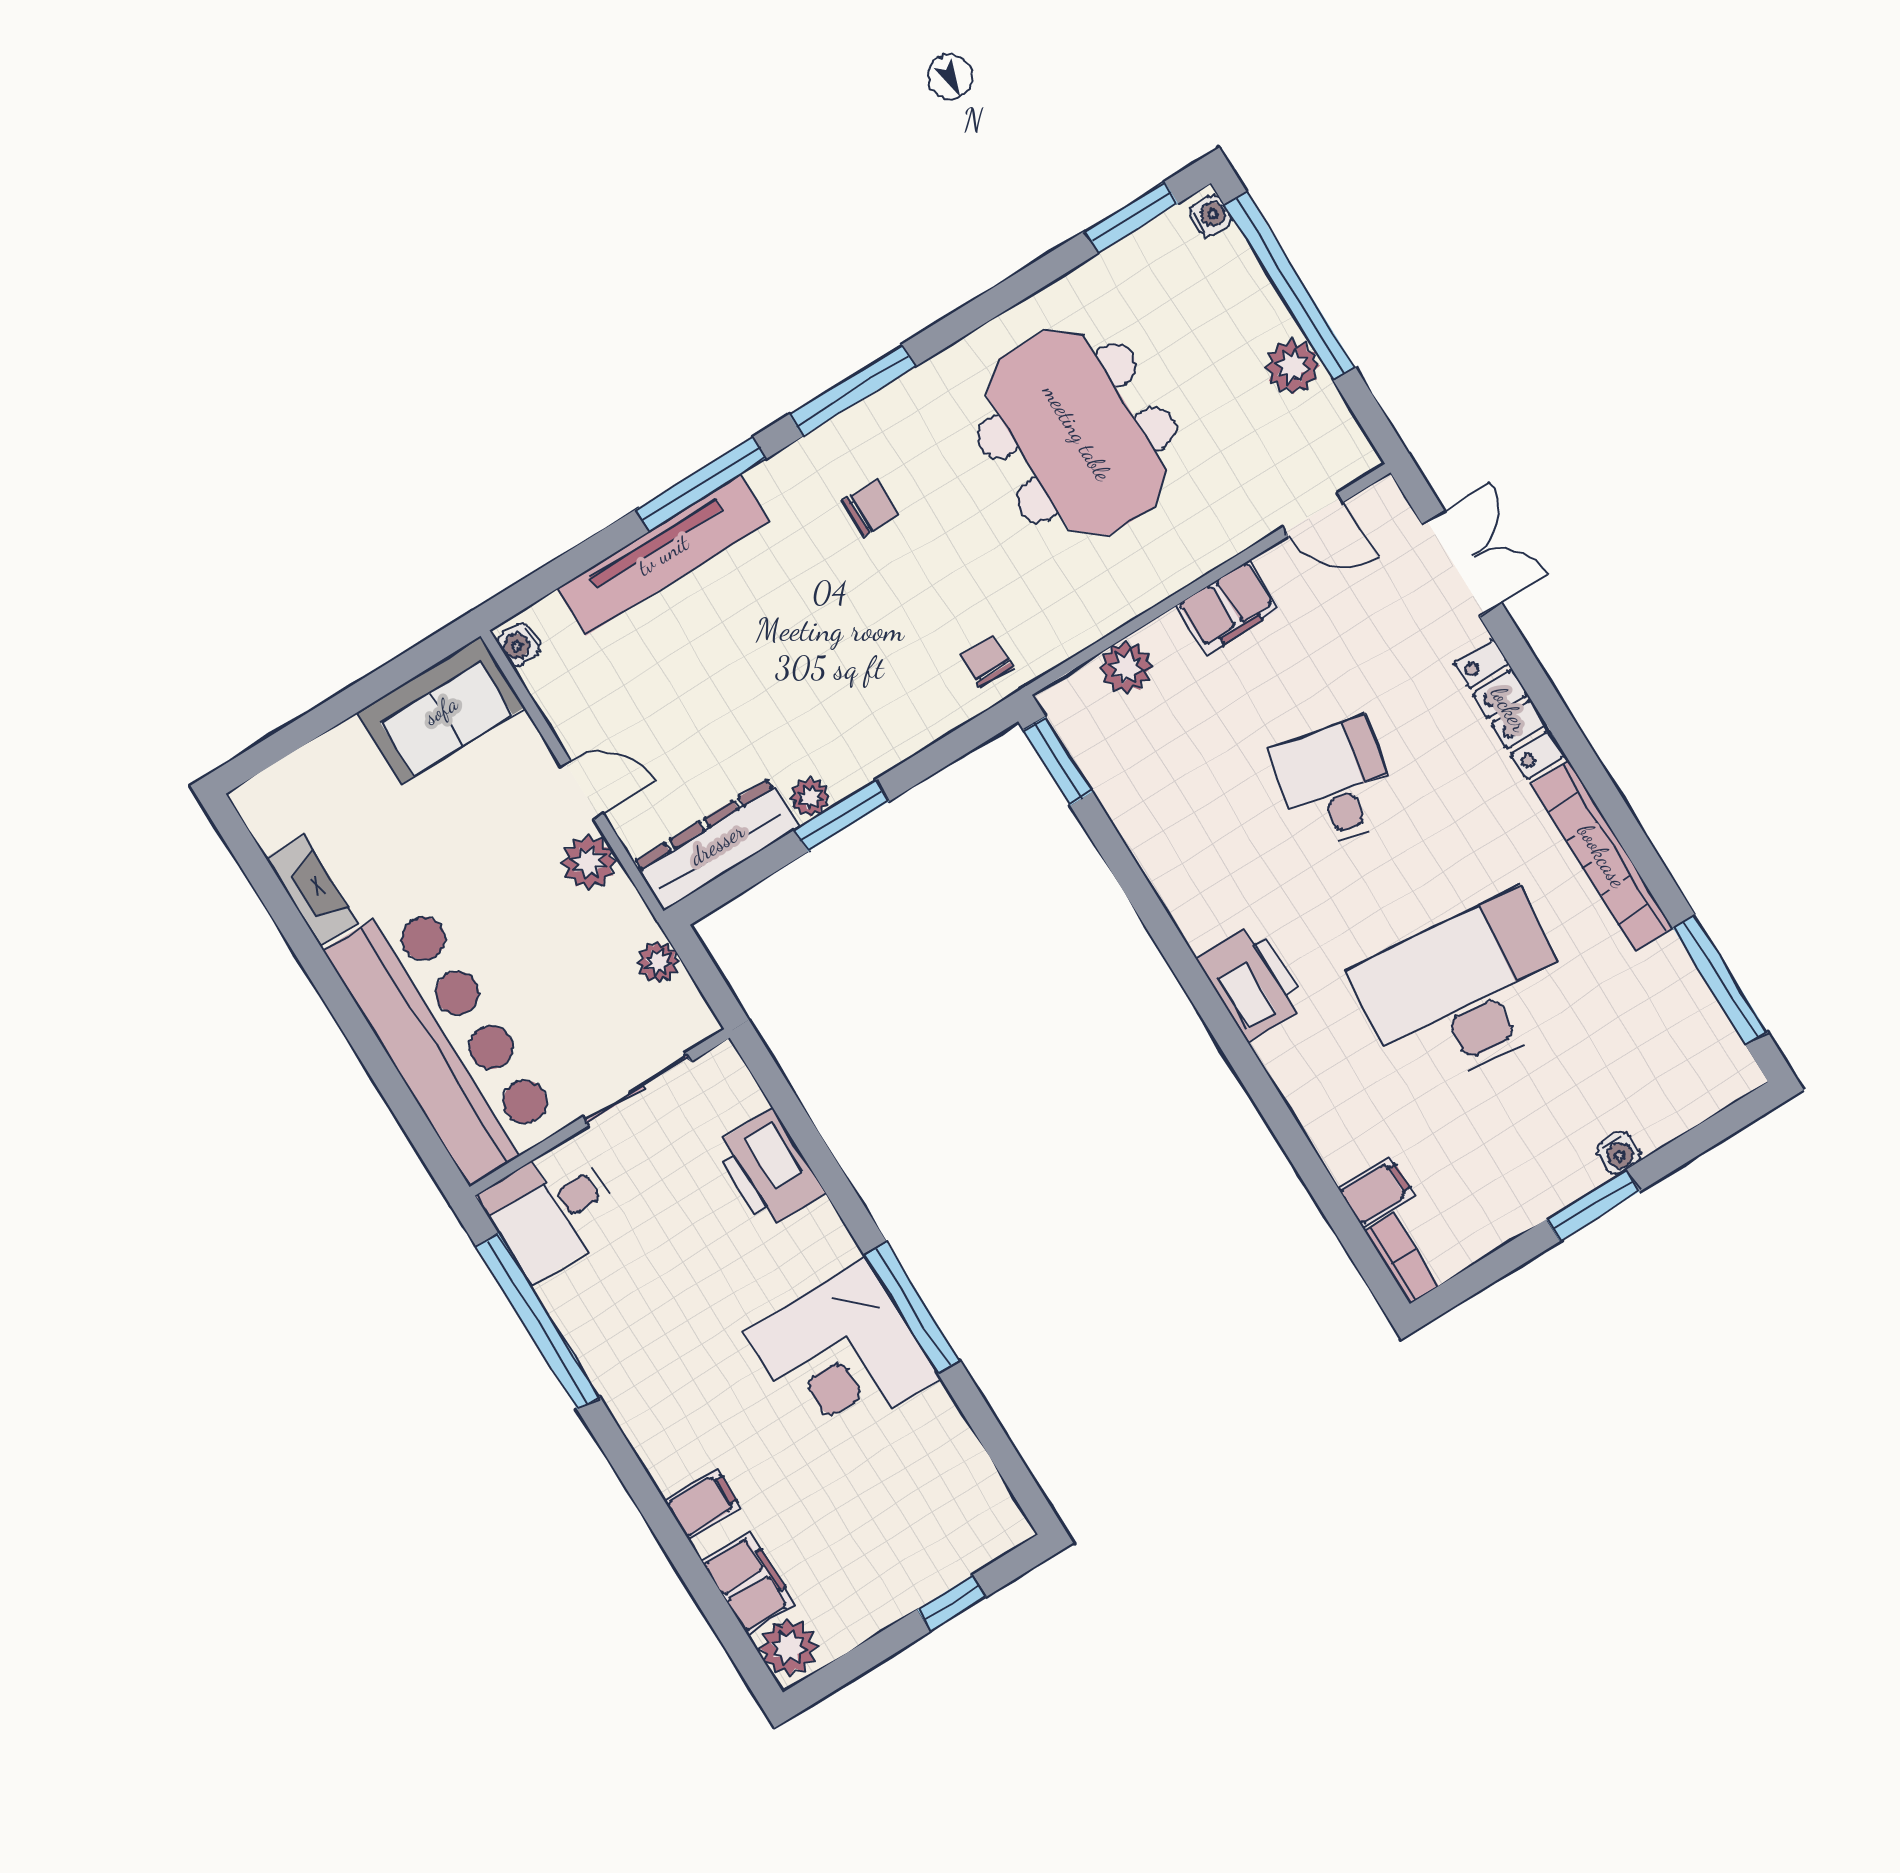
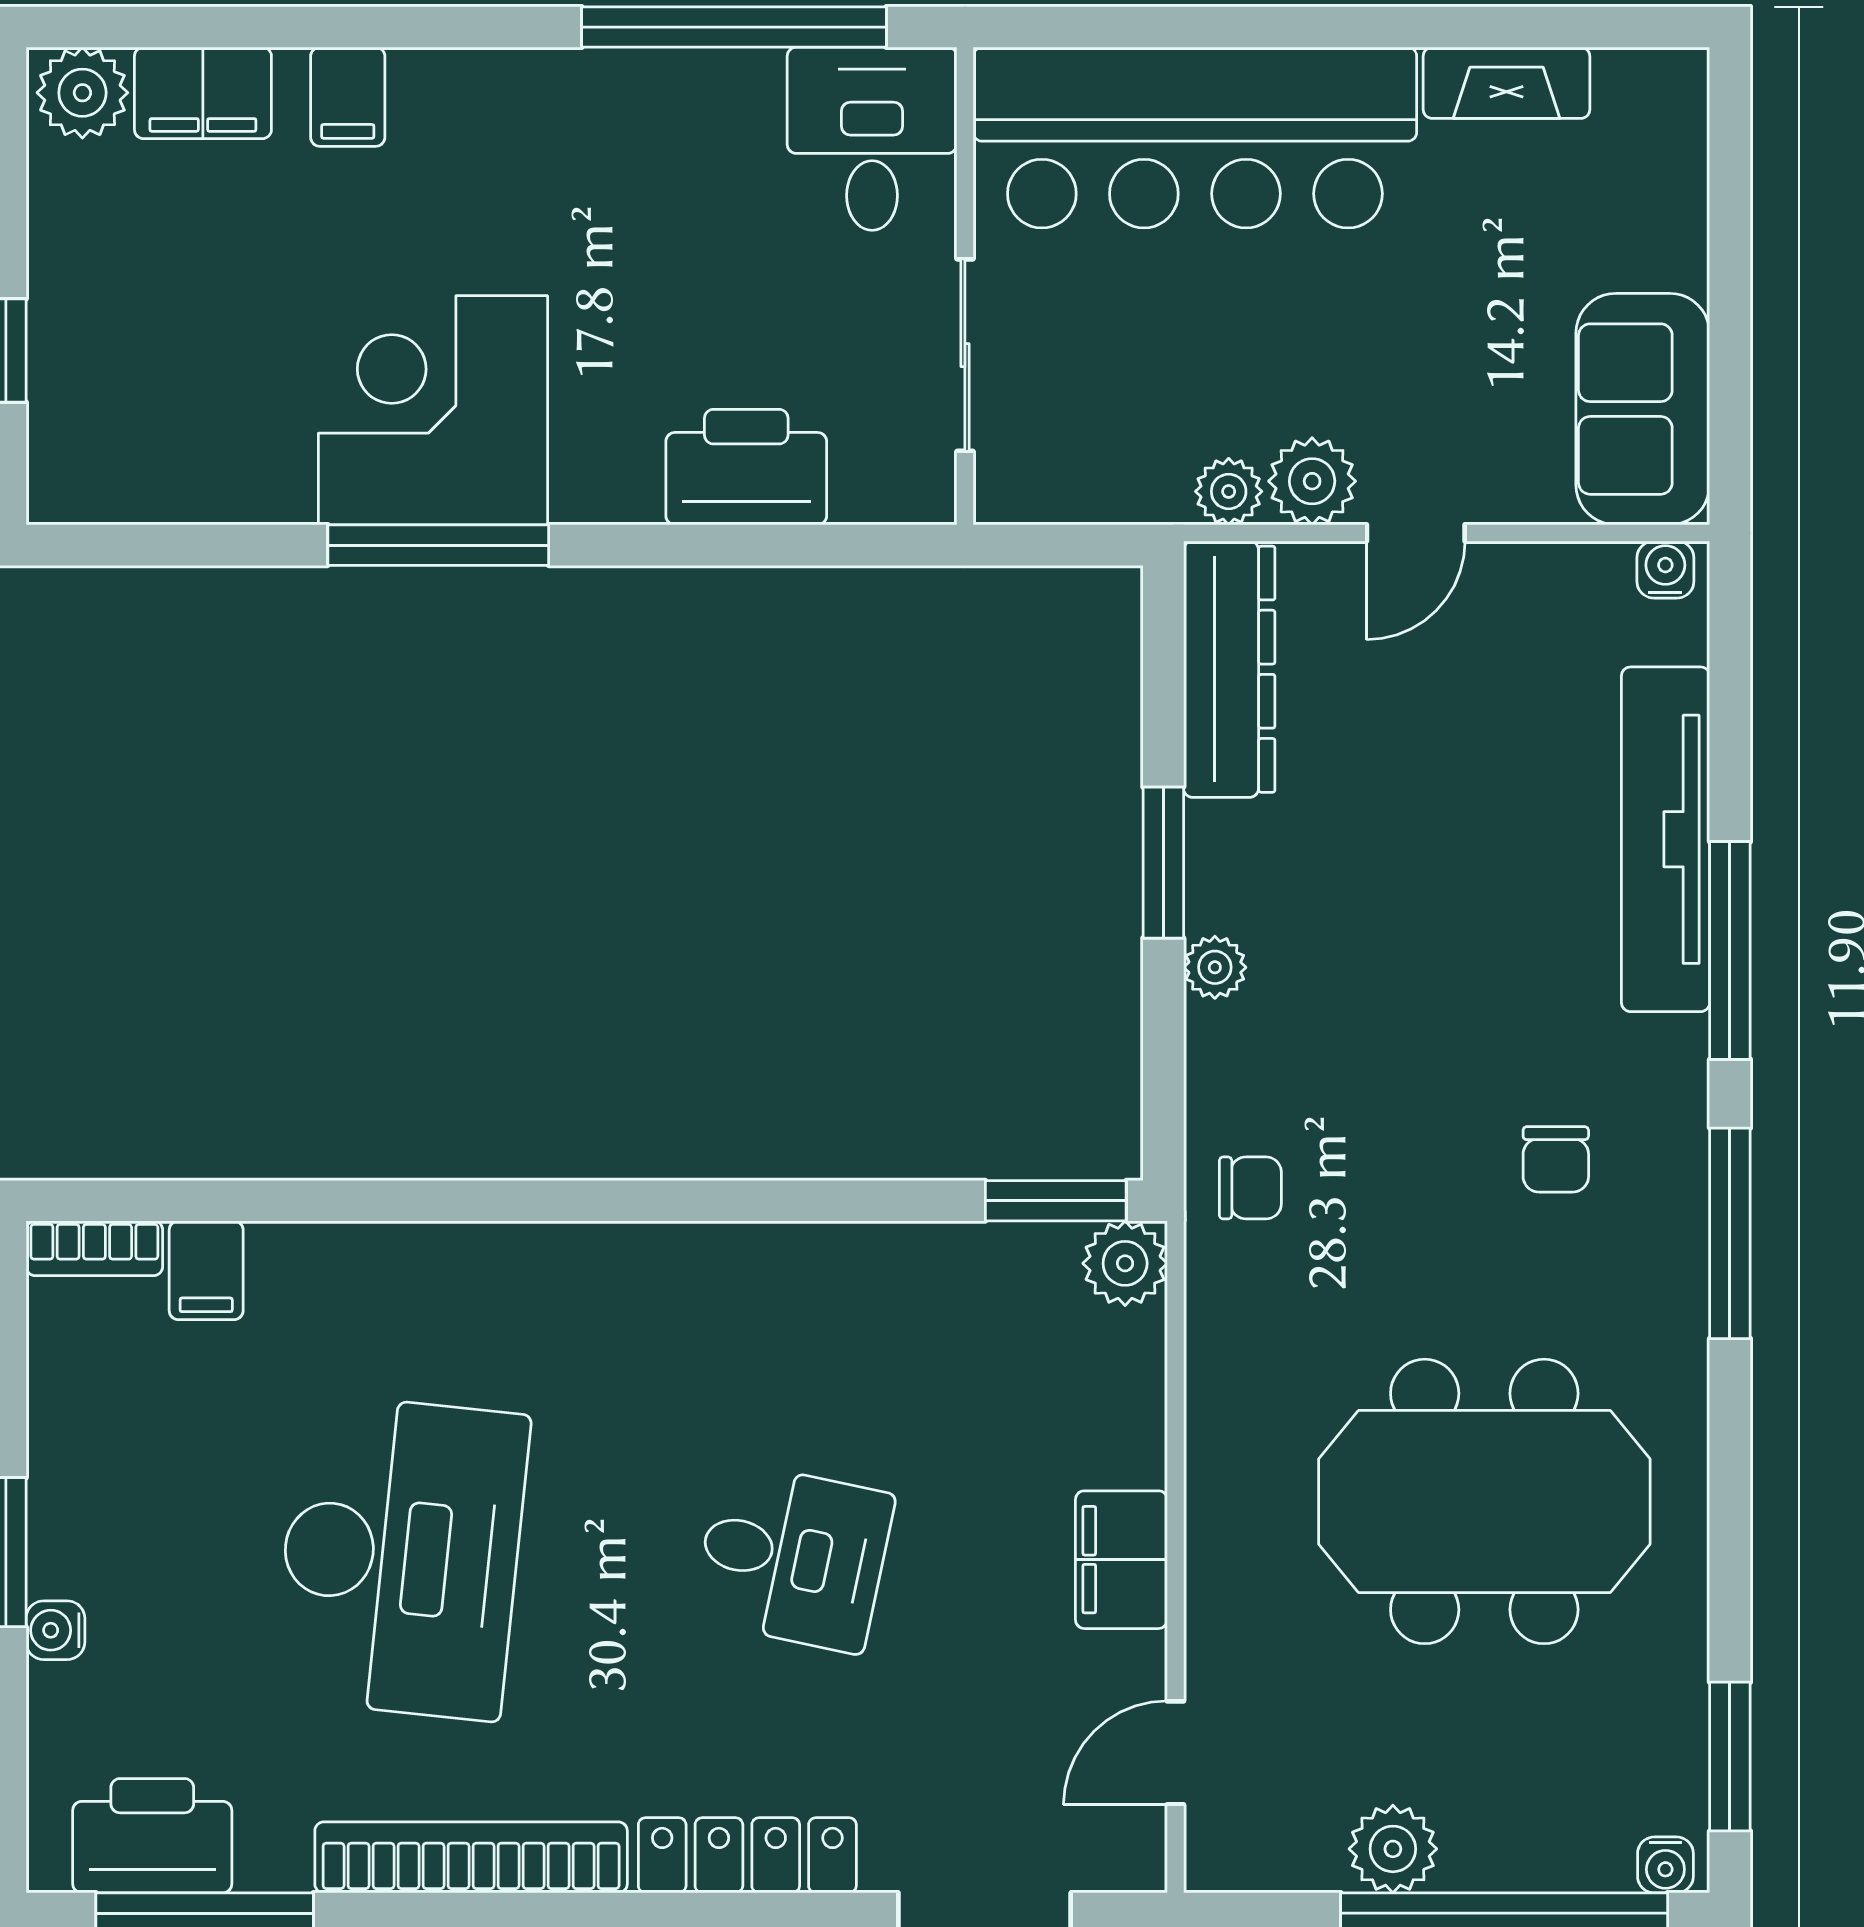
plant: (1126, 668) -> (1125, 1263), moved
plant: (810, 797) -> (1215, 967), moved
plant: (658, 962) -> (1229, 491), moved
printer: (1252, 982) -> (152, 1836), moved, turned 180

